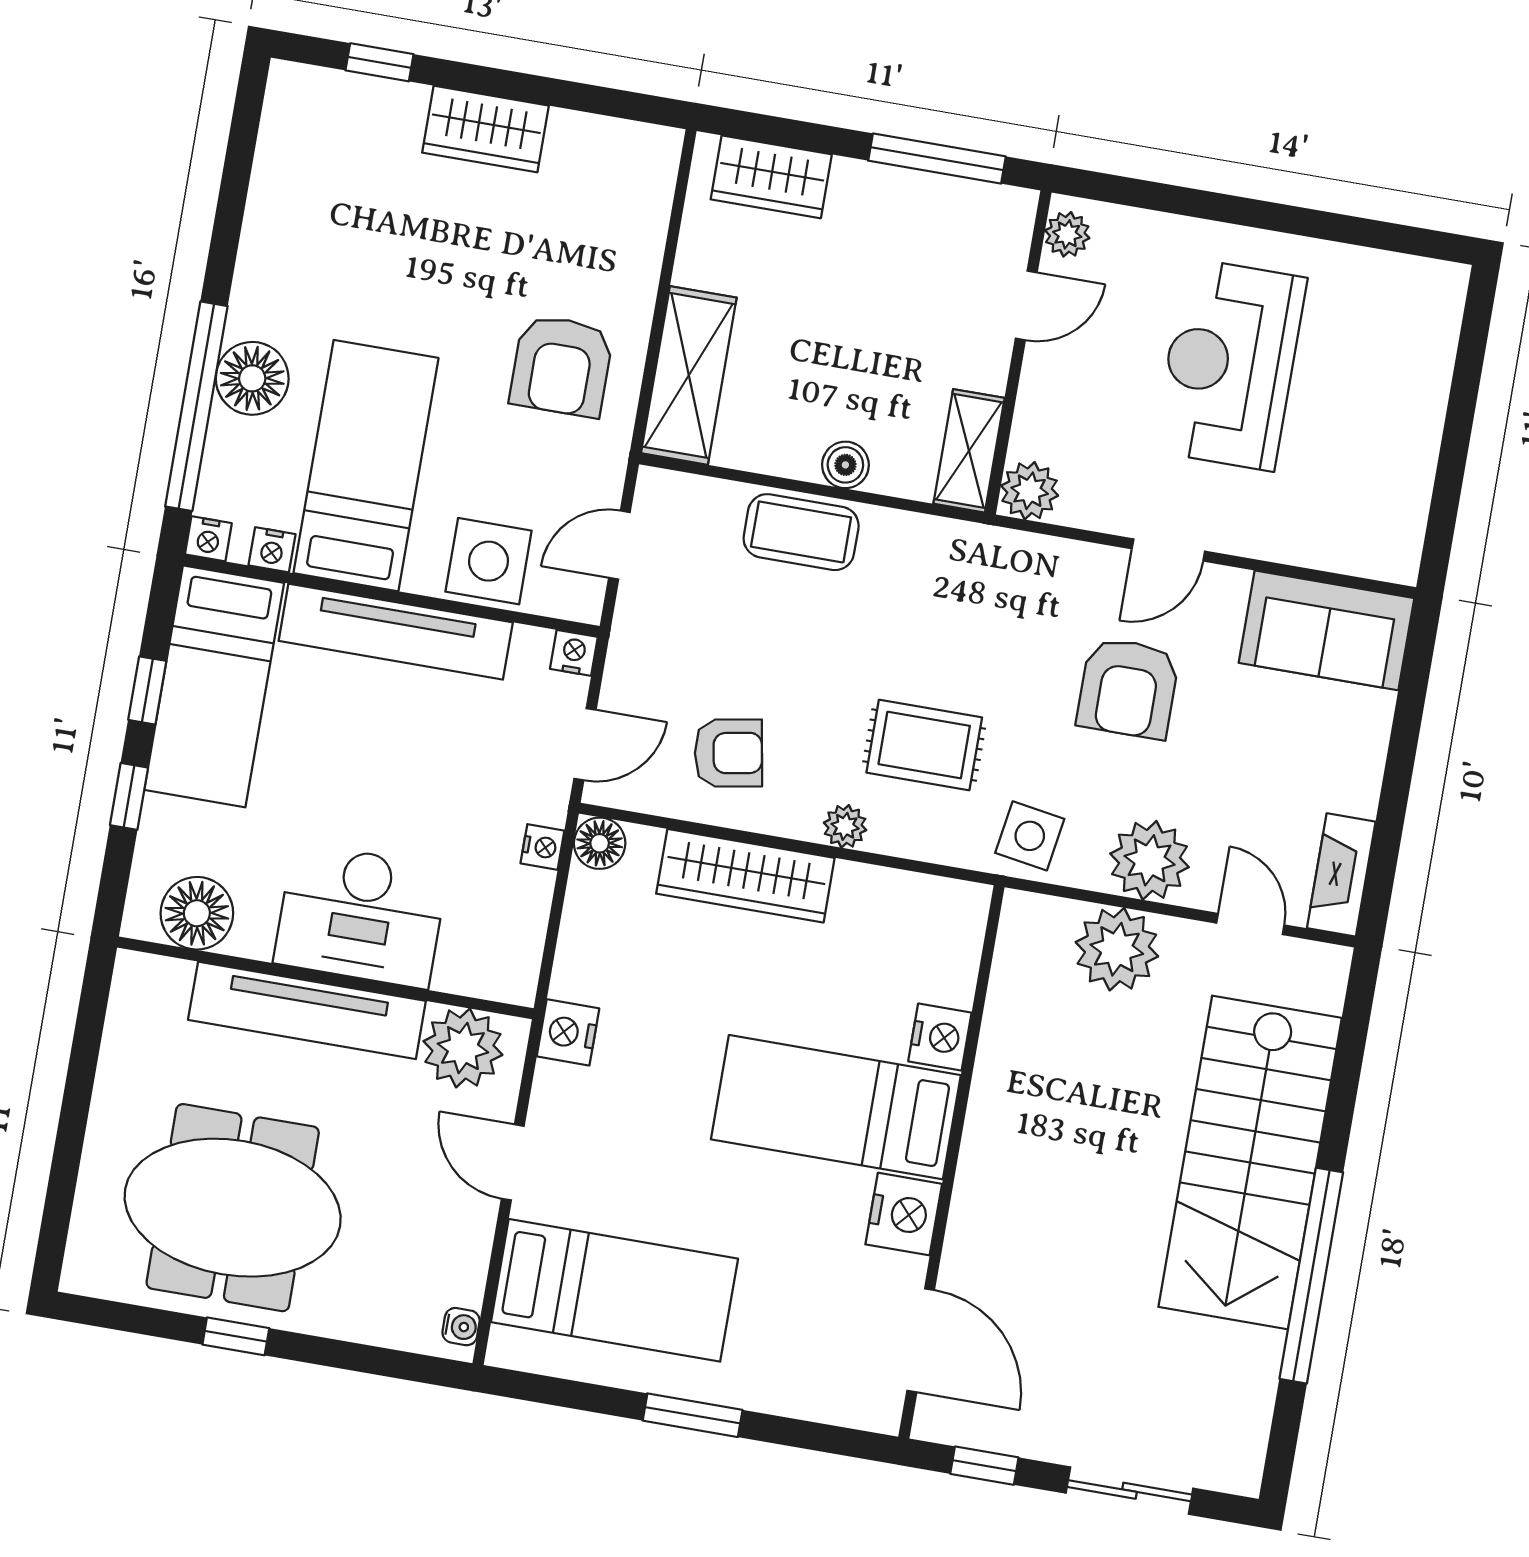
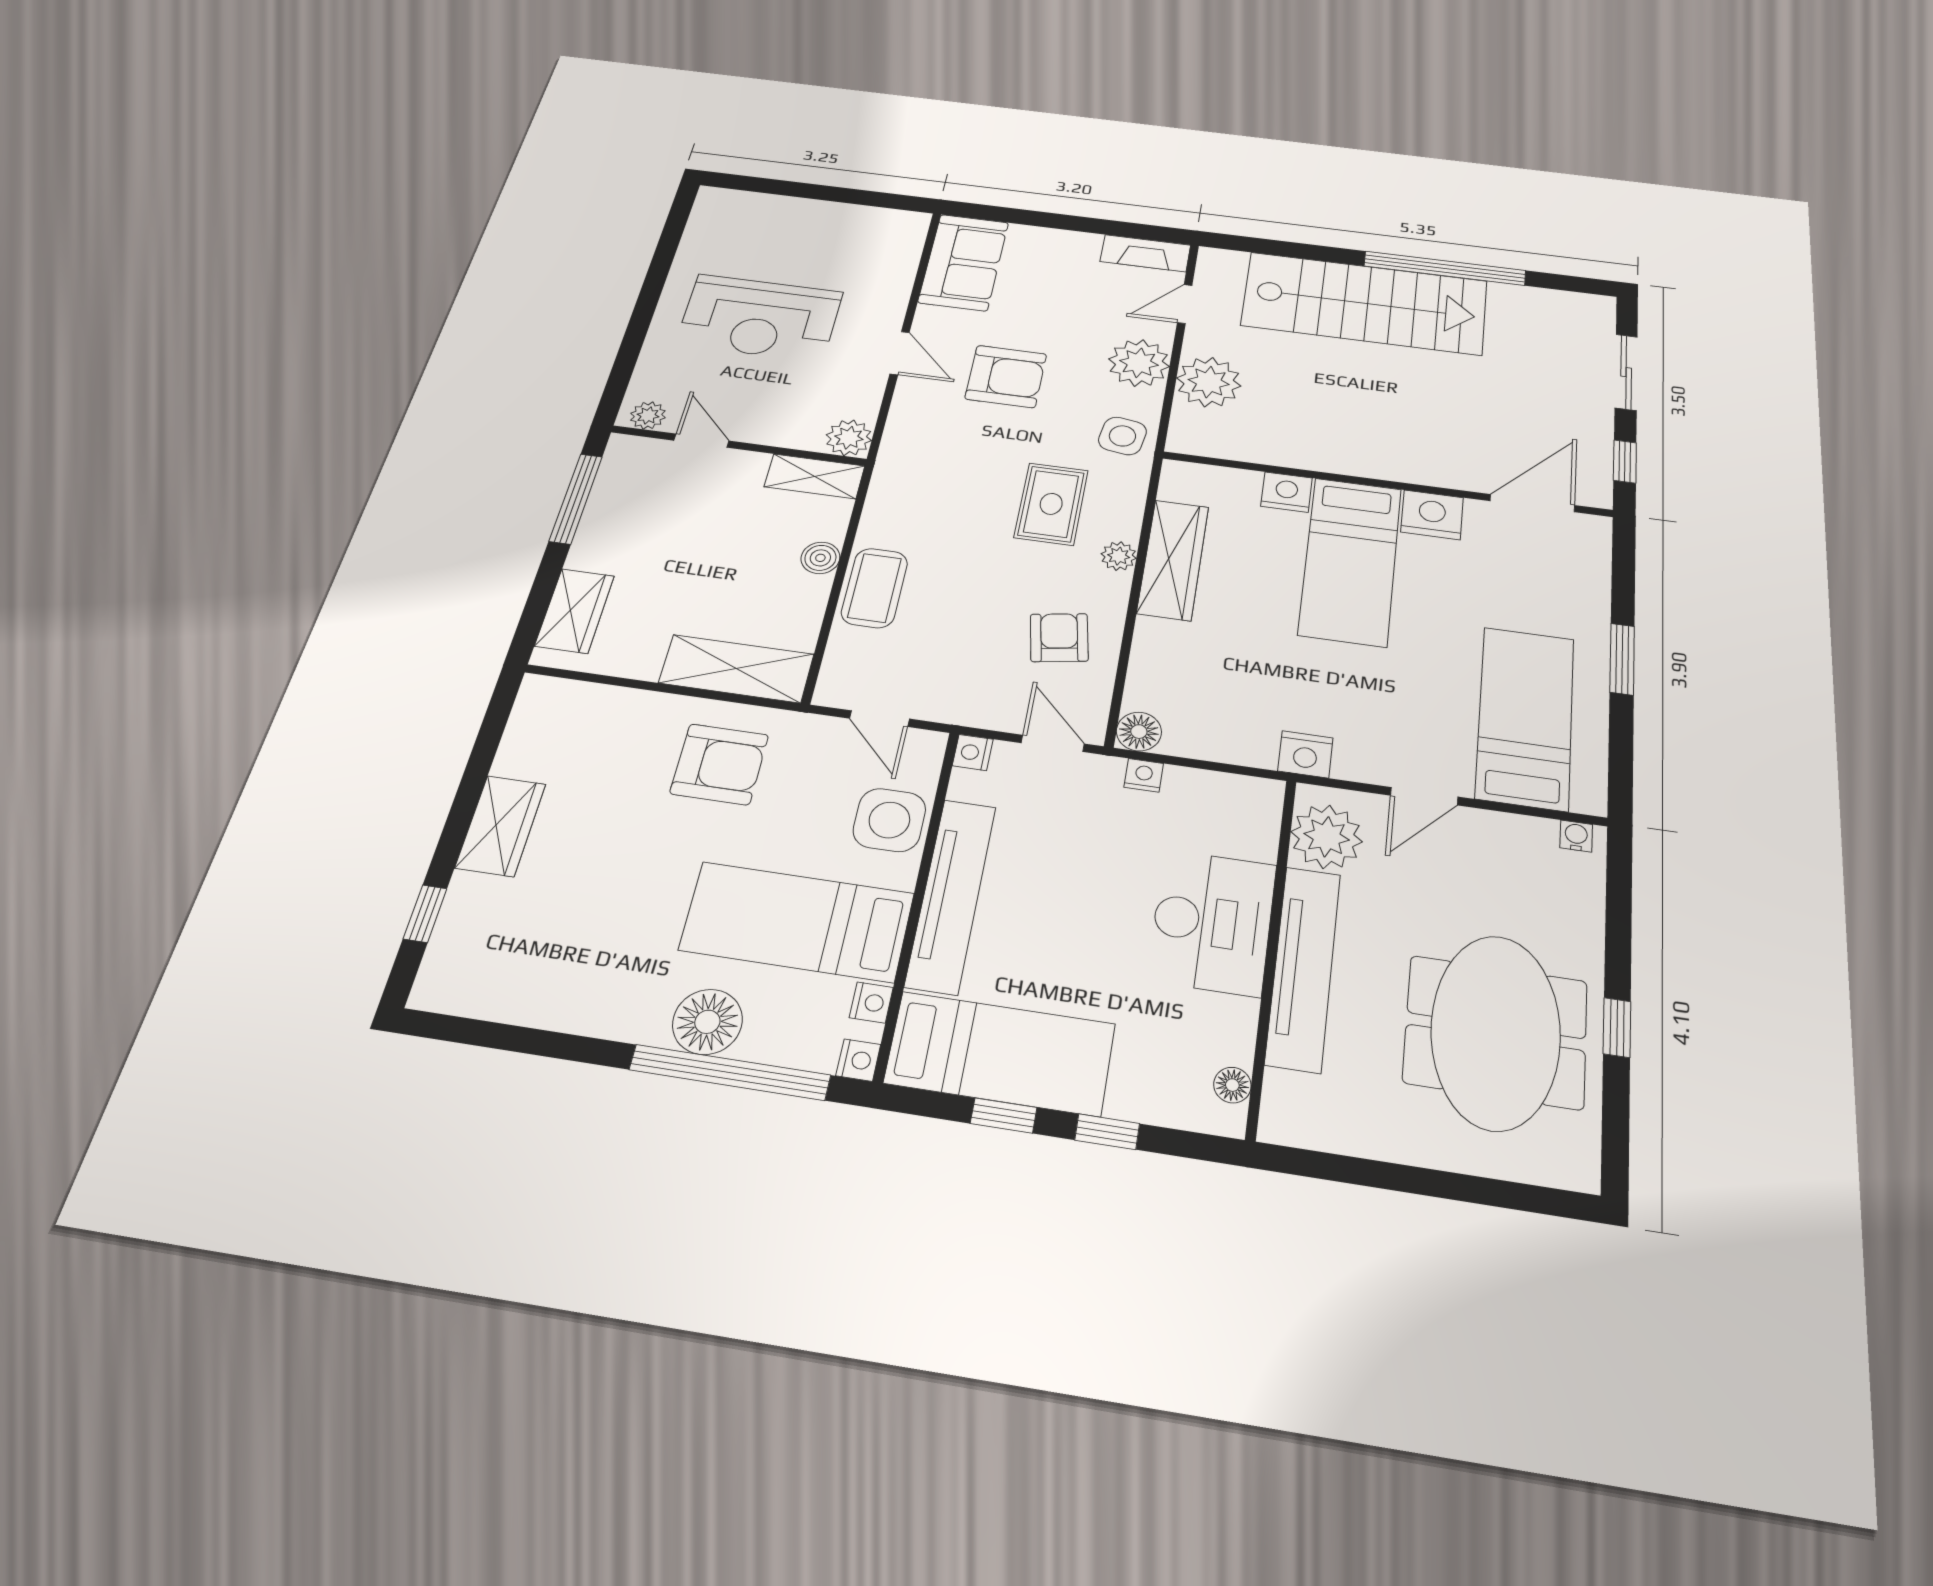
wardrobe: (745, 876) -> (1173, 560), moved
floor lamp: (197, 913) -> (1232, 1085), width x0.53, depth x0.53

